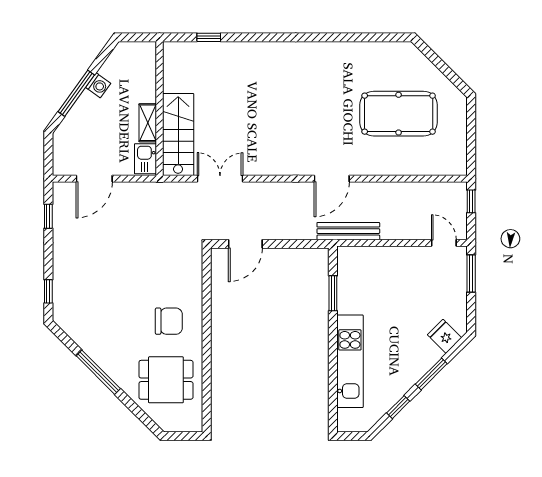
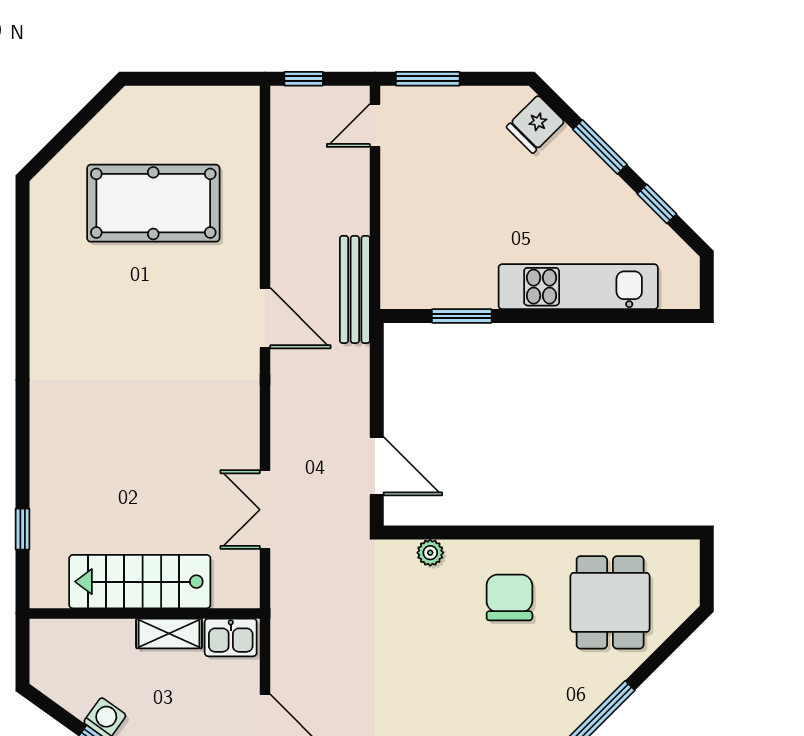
pool table: (399, 114) -> (153, 203), turned 90
stairs: (178, 135) -> (140, 582), moved
plant: (195, 275) -> (430, 553), added

